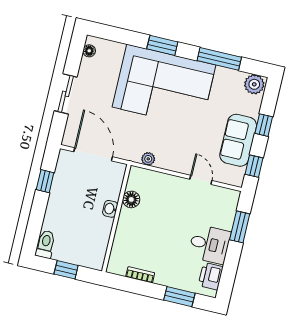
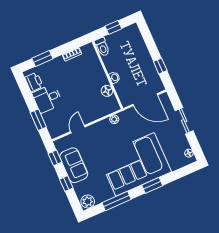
door: (201, 180) -> (78, 129), swing flipped
toilet: (45, 244) -> (102, 47), moved

